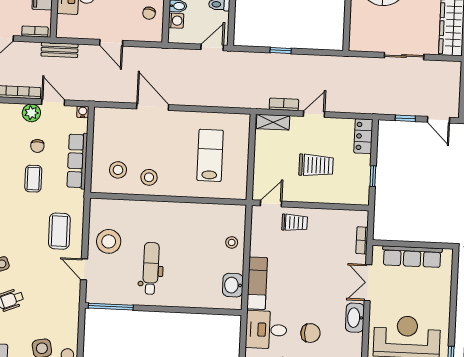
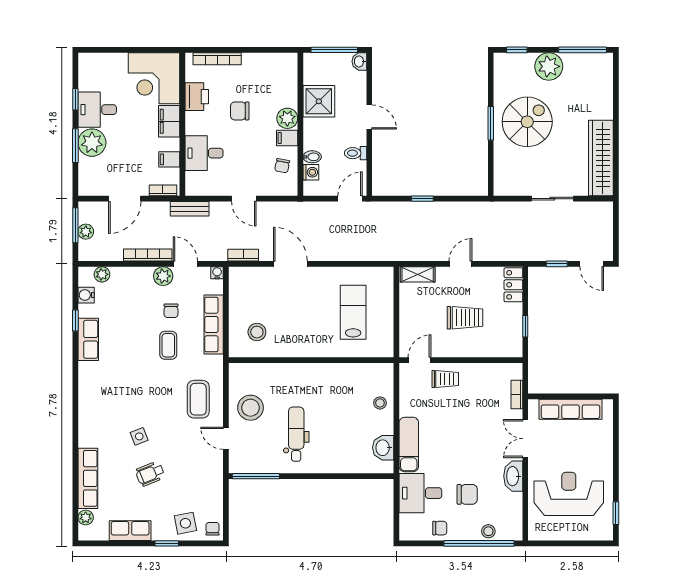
bookcase: (284, 104) -> (243, 255), moved
stool: (149, 177) -> (290, 338), removed

